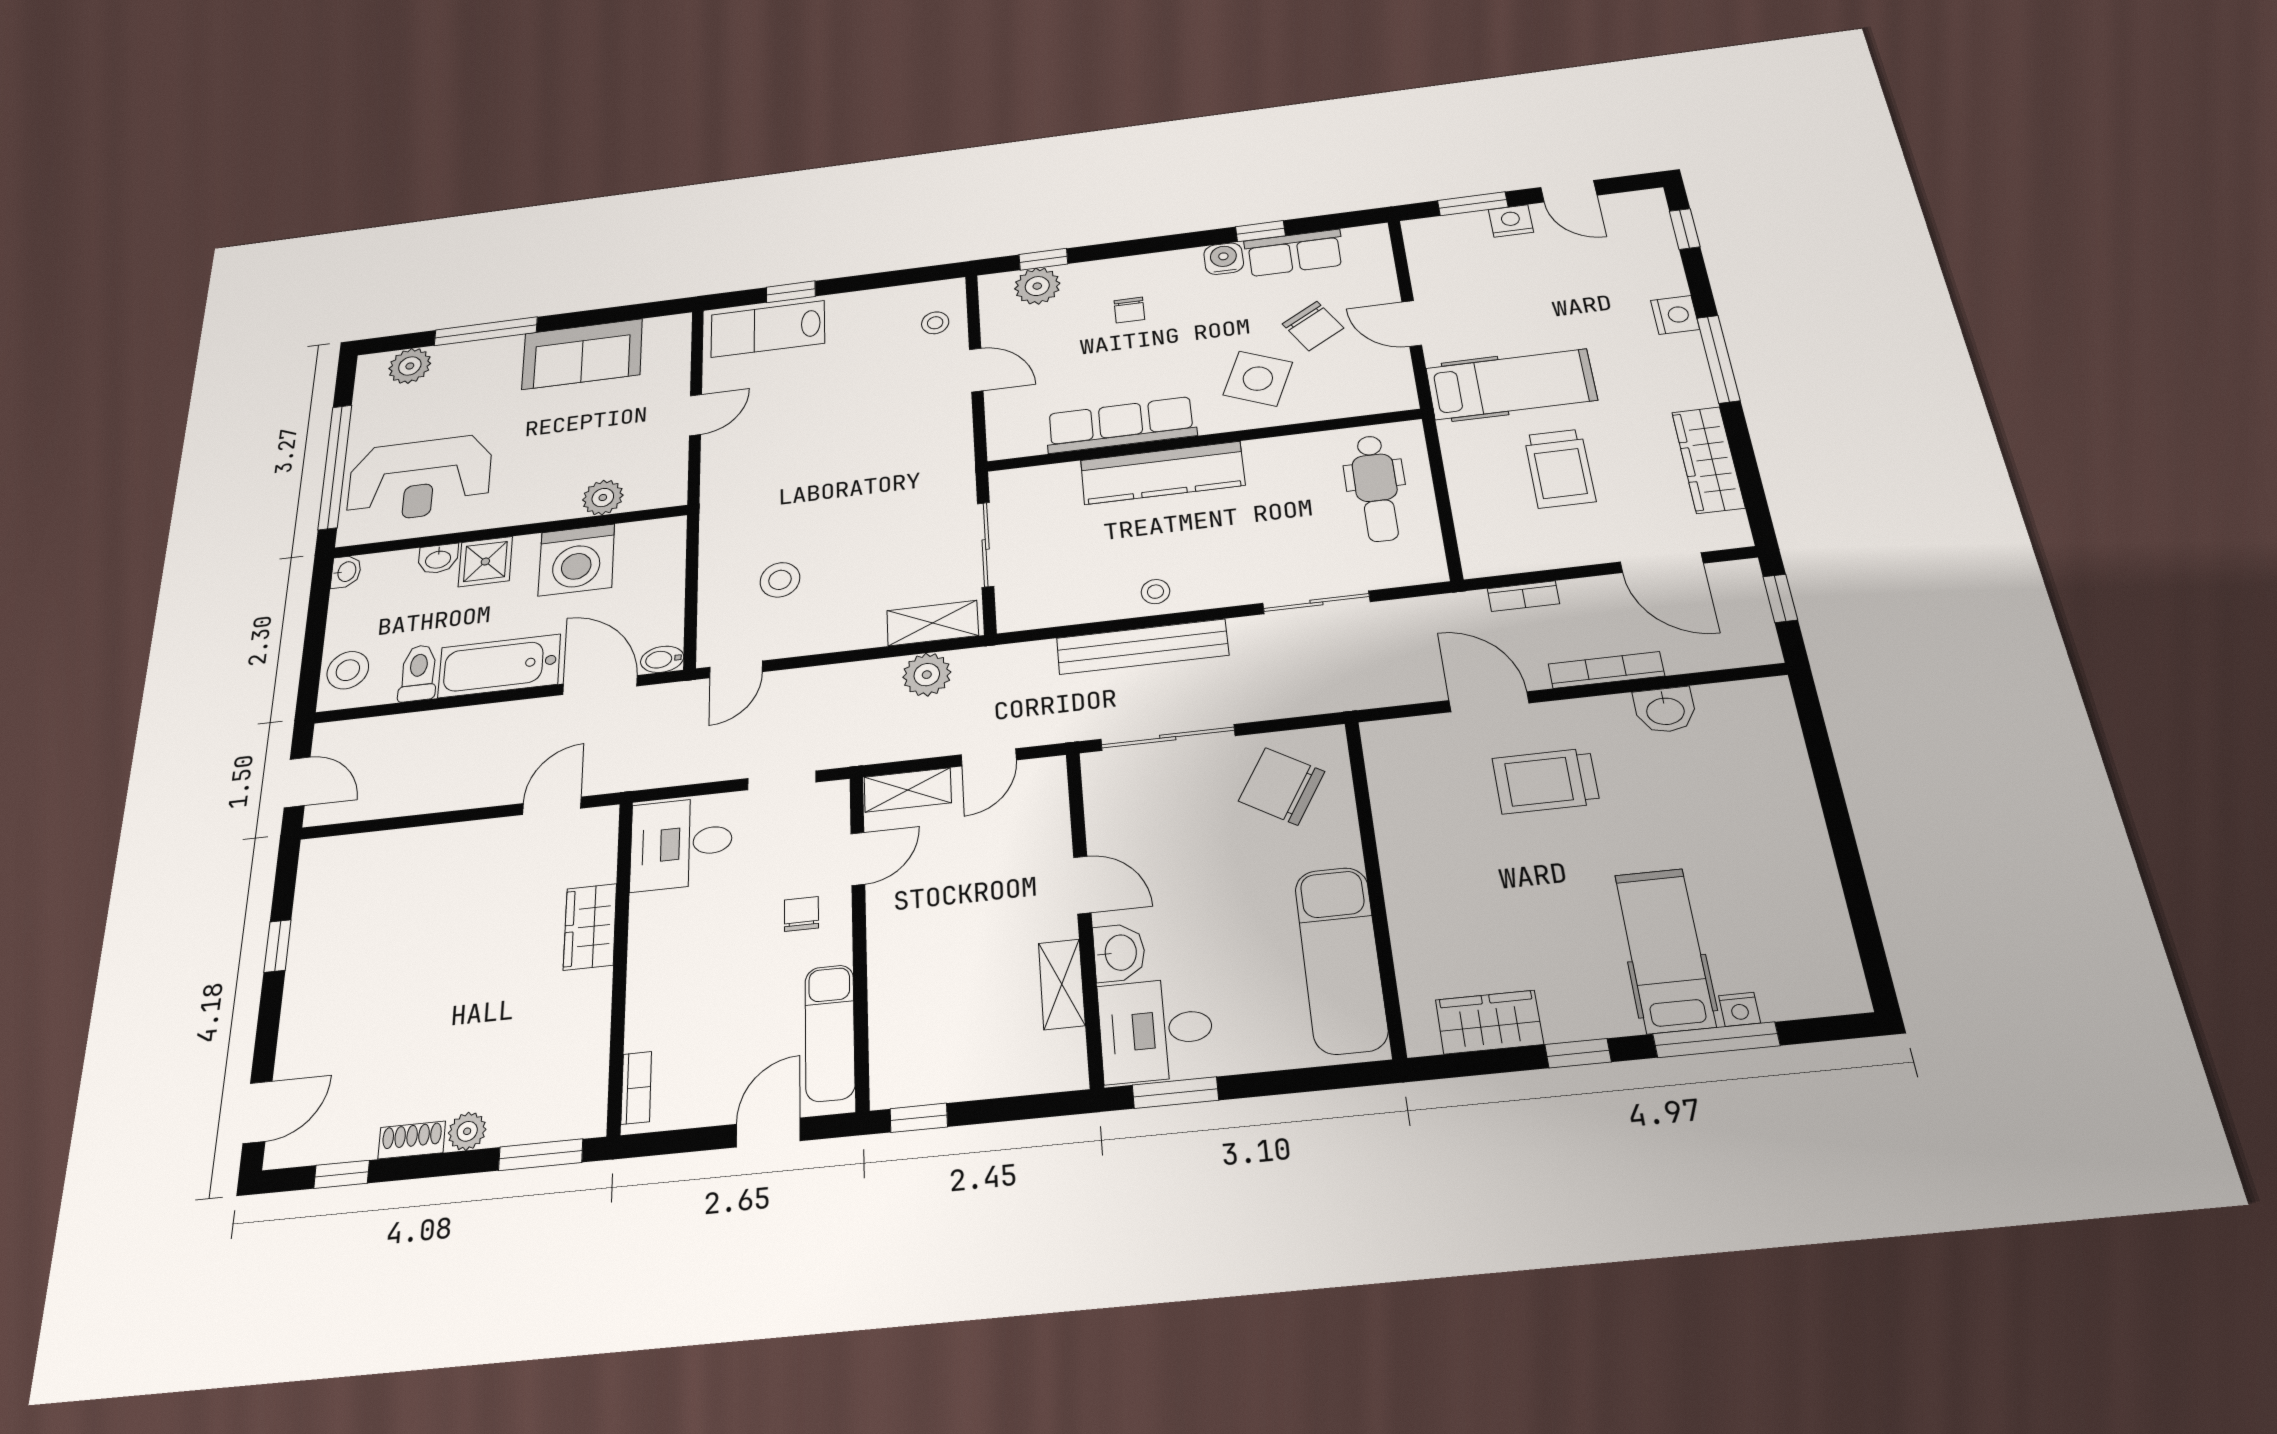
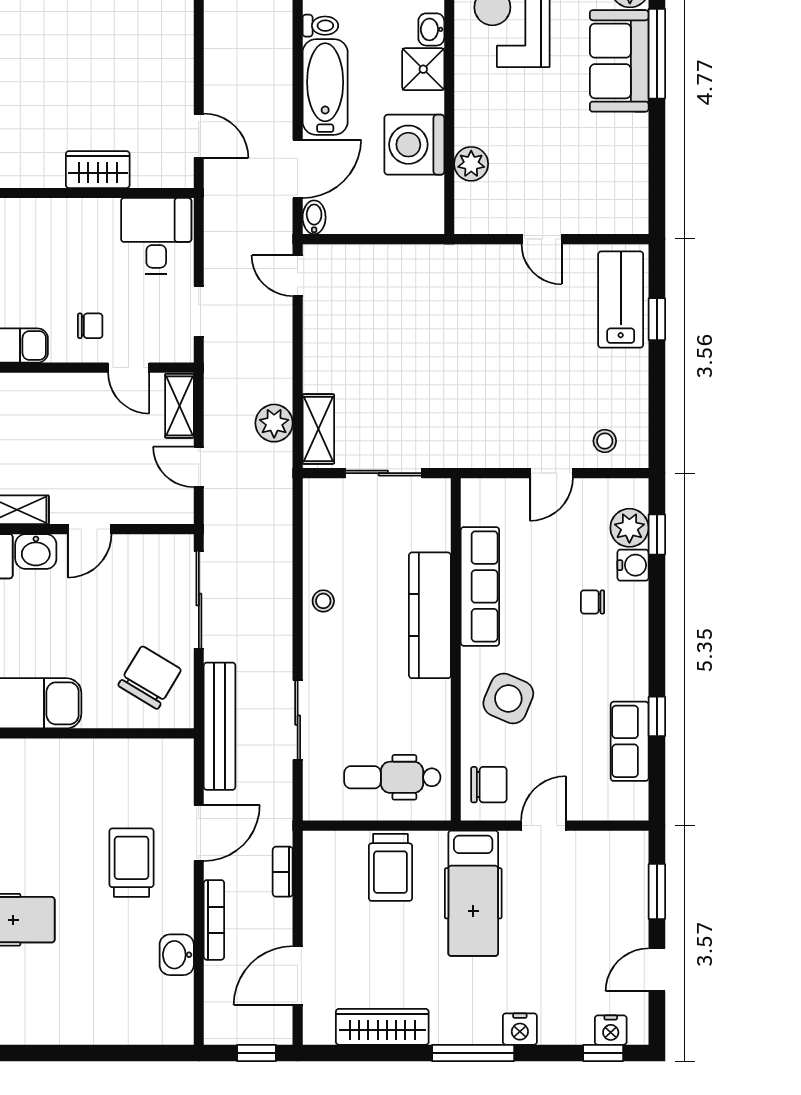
nightstand: (1511, 221) -> (611, 1030), moved, turned 90
water cooler: (1224, 259) -> (633, 565), moved
chair: (1313, 326) -> (489, 785), moved, turned -149
sofa: (582, 354) -> (619, 61), moved
trolley: (1560, 468) -> (390, 867), moved, turned -90
stool: (780, 580) -> (373, 310), removed
bench: (1142, 647) -> (220, 726), moved
toilet: (418, 673) -> (320, 26), width x0.73, depth x0.72

